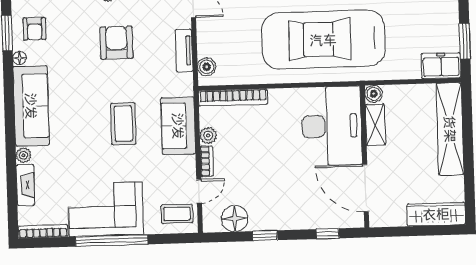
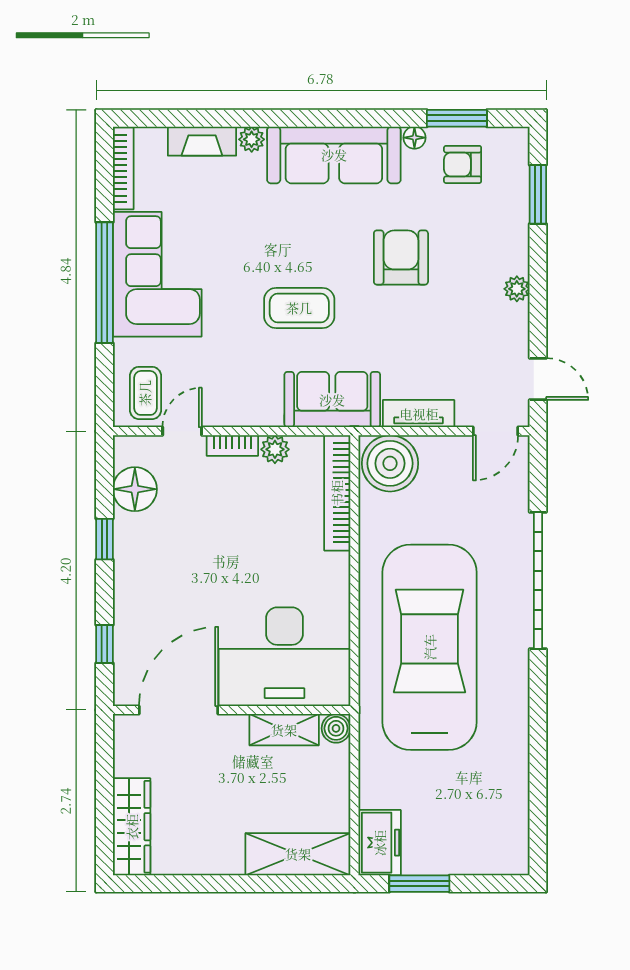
armchair: (116, 43) -> (401, 258), moved, turned -90
boiler: (207, 67) -> (390, 463), width x1.86, depth x1.86
sofa: (178, 126) -> (332, 400), moved
shelving: (450, 129) -> (298, 854), width x0.68
door: (199, 191) -> (182, 431), swing flipped

